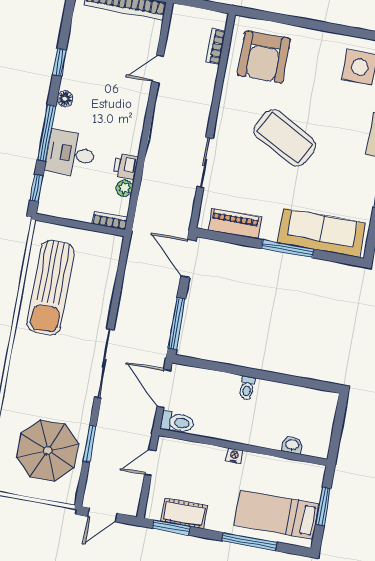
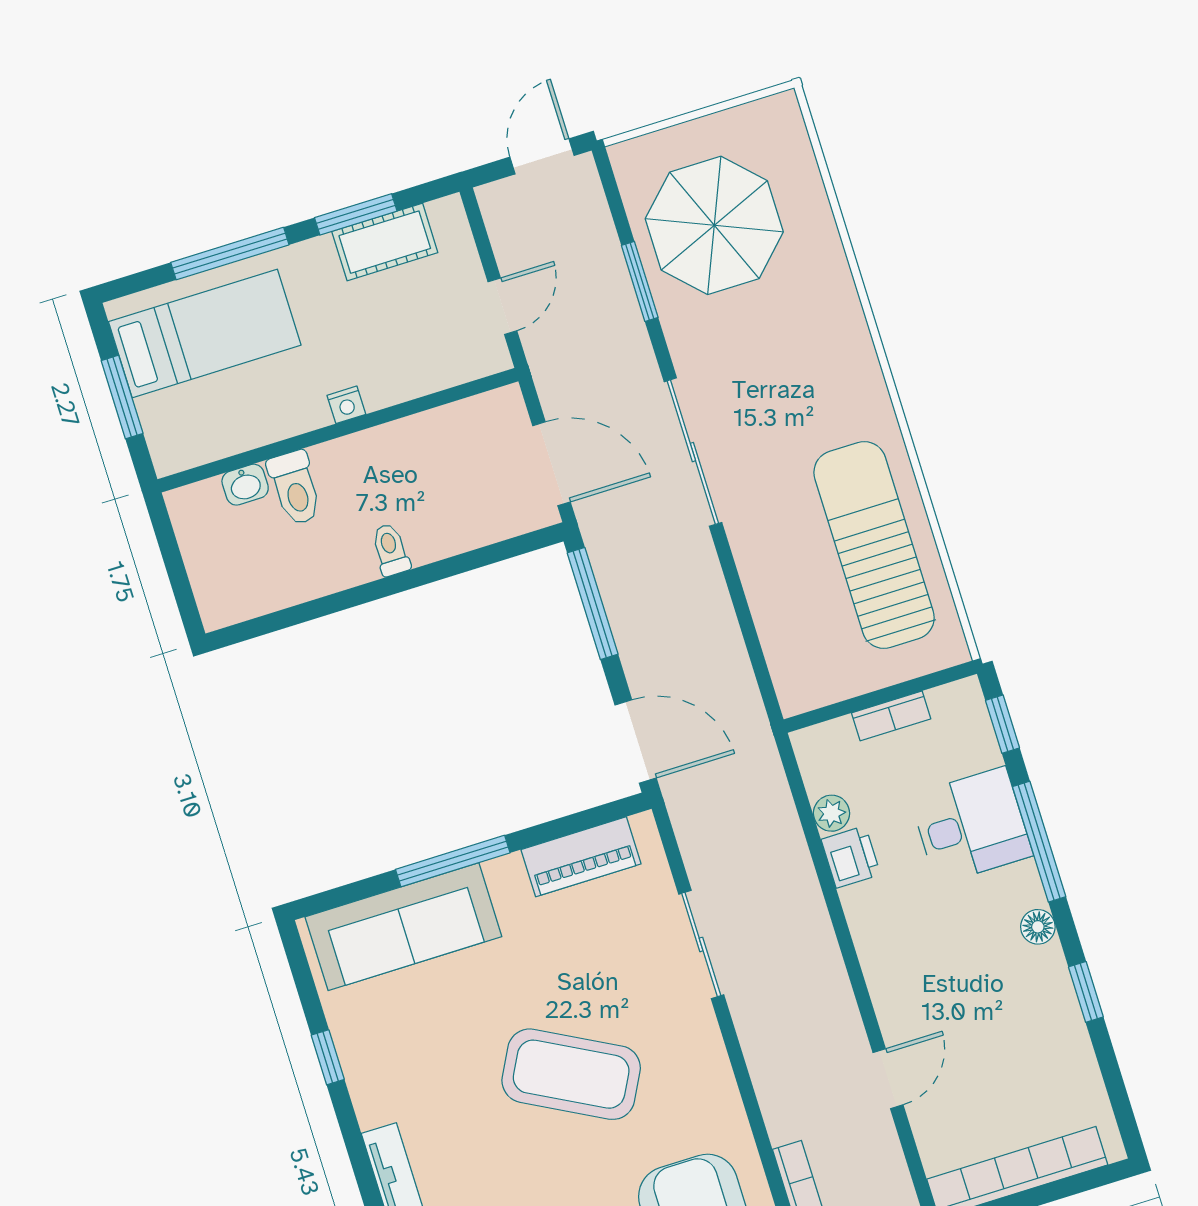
bookcase: (110, 220) -> (891, 716), moved
toilet: (177, 422) -> (295, 488), moved, turned -90
window: (171, 527) -> (356, 214), moved

